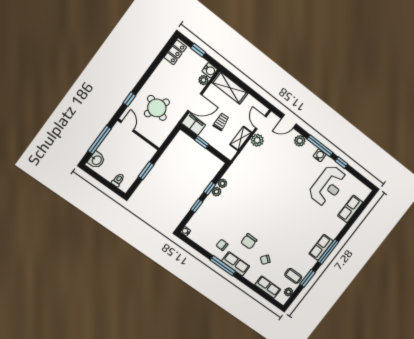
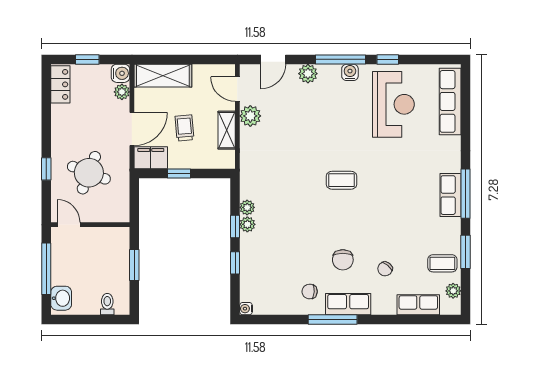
window: (129, 99) -> (46, 169), moved
coffee table: (277, 203) -> (341, 180), added
row of seats: (350, 209) -> (450, 101), width x1.48

